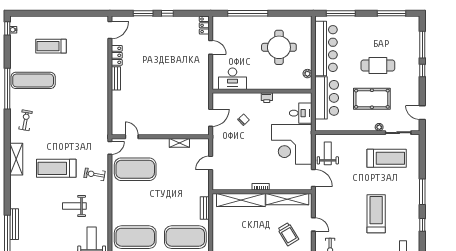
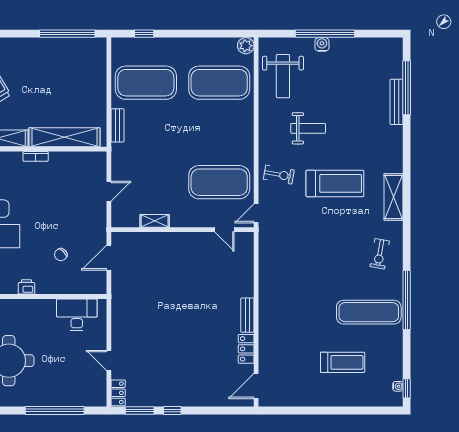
window: (143, 13) -> (140, 410), moved

